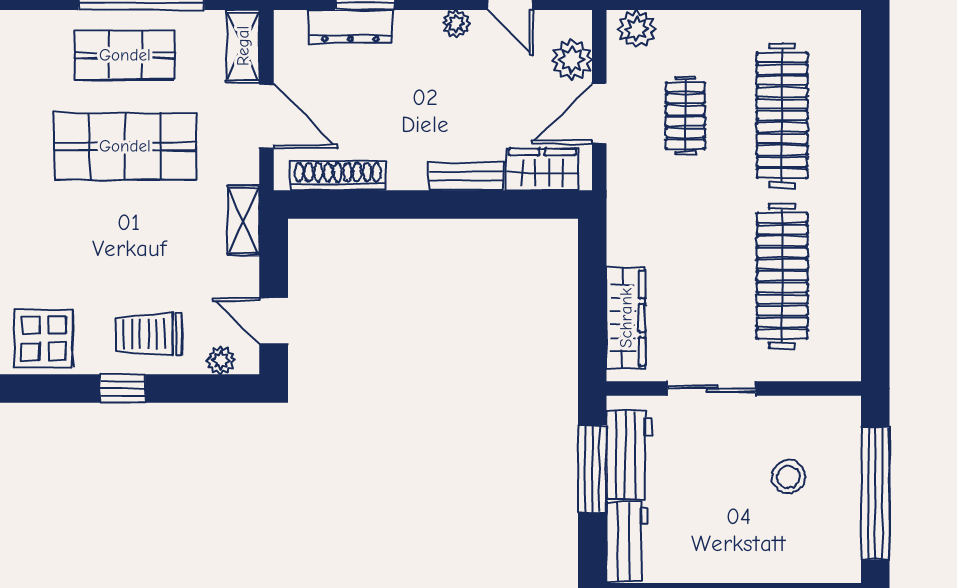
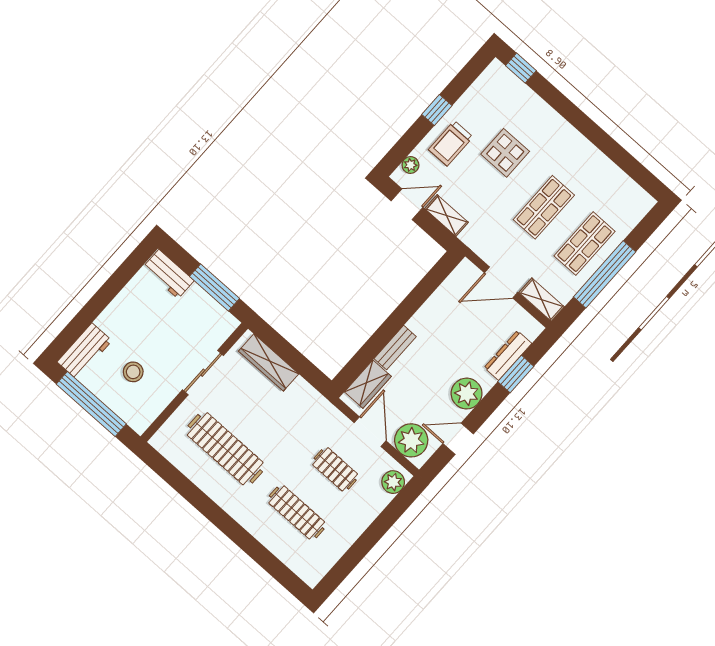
plant: (456, 24) -> (467, 394), width x1.88, depth x1.88
plant: (572, 60) -> (411, 440), width x1.36, depth x1.36
clothes rail: (782, 115) -> (297, 512), width x0.73, depth x0.76
shop shelf: (125, 146) -> (544, 207), width x0.70, depth x0.74
shoe rack: (338, 176) -> (446, 291), removed
shelving: (244, 220) -> (447, 216), moved
trolley: (149, 334) -> (451, 143), turned 180
display table: (44, 338) -> (505, 153), moved
workbench: (629, 455) -> (85, 351), moved, turned -90

